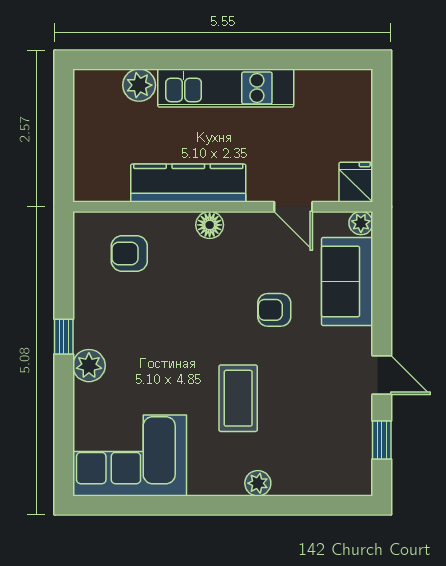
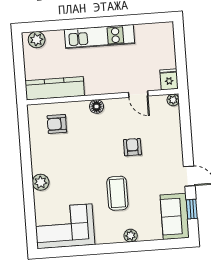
plant: (139, 85) -> (37, 40), moved
kitchen counter: (188, 183) -> (55, 88), moved
sofa: (347, 281) -> (175, 216), moved
armchair: (274, 310) -> (132, 147), turned 90
window: (64, 337) -> (27, 169), removed

